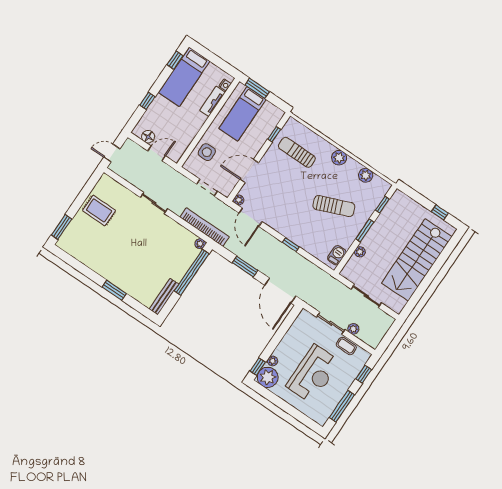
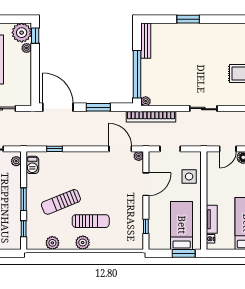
sun lounger: (297, 152) -> (91, 221), moved
window: (291, 245) -> (54, 149), moved
plant: (360, 252) -> (16, 161), moved

